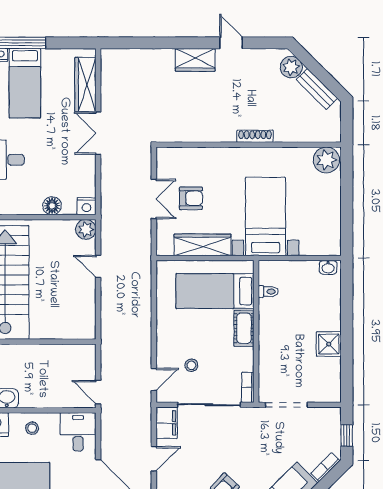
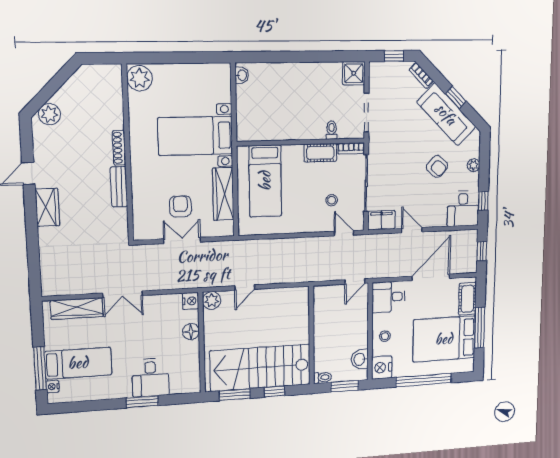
bench: (317, 89) -> (119, 187), moved, turned -45
toilet: (268, 292) -> (332, 130), moved
cot: (244, 328) -> (320, 153), moved
shower: (329, 344) -> (354, 73), moved

